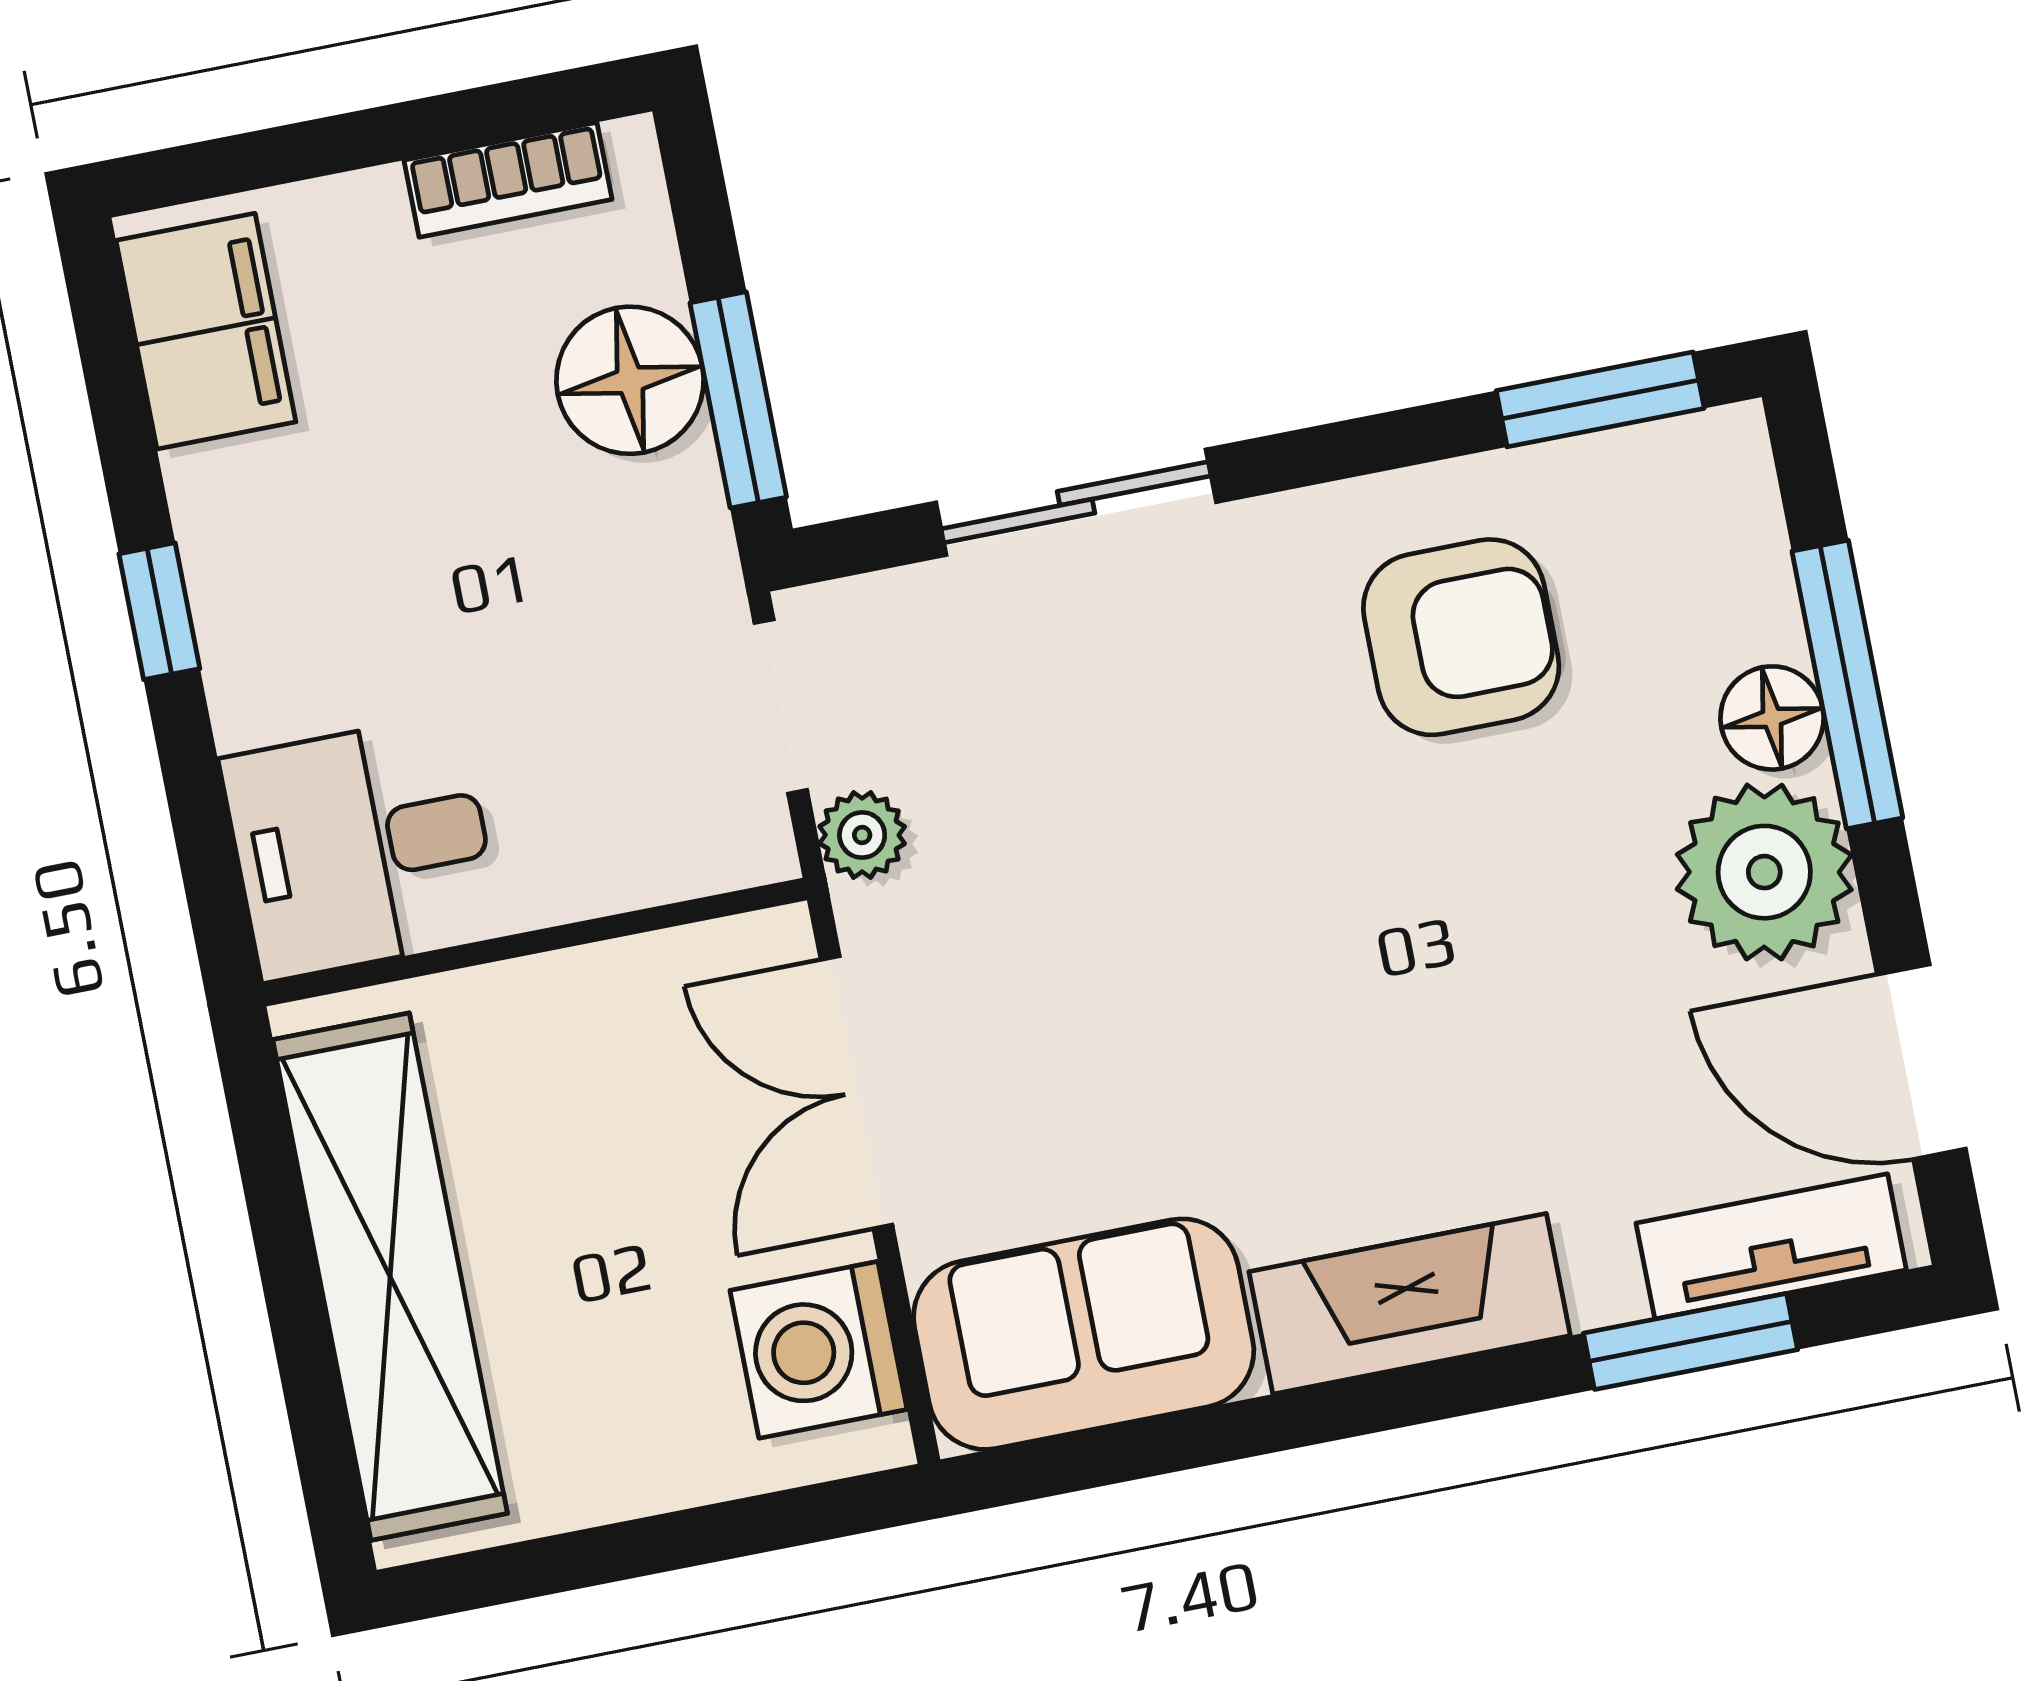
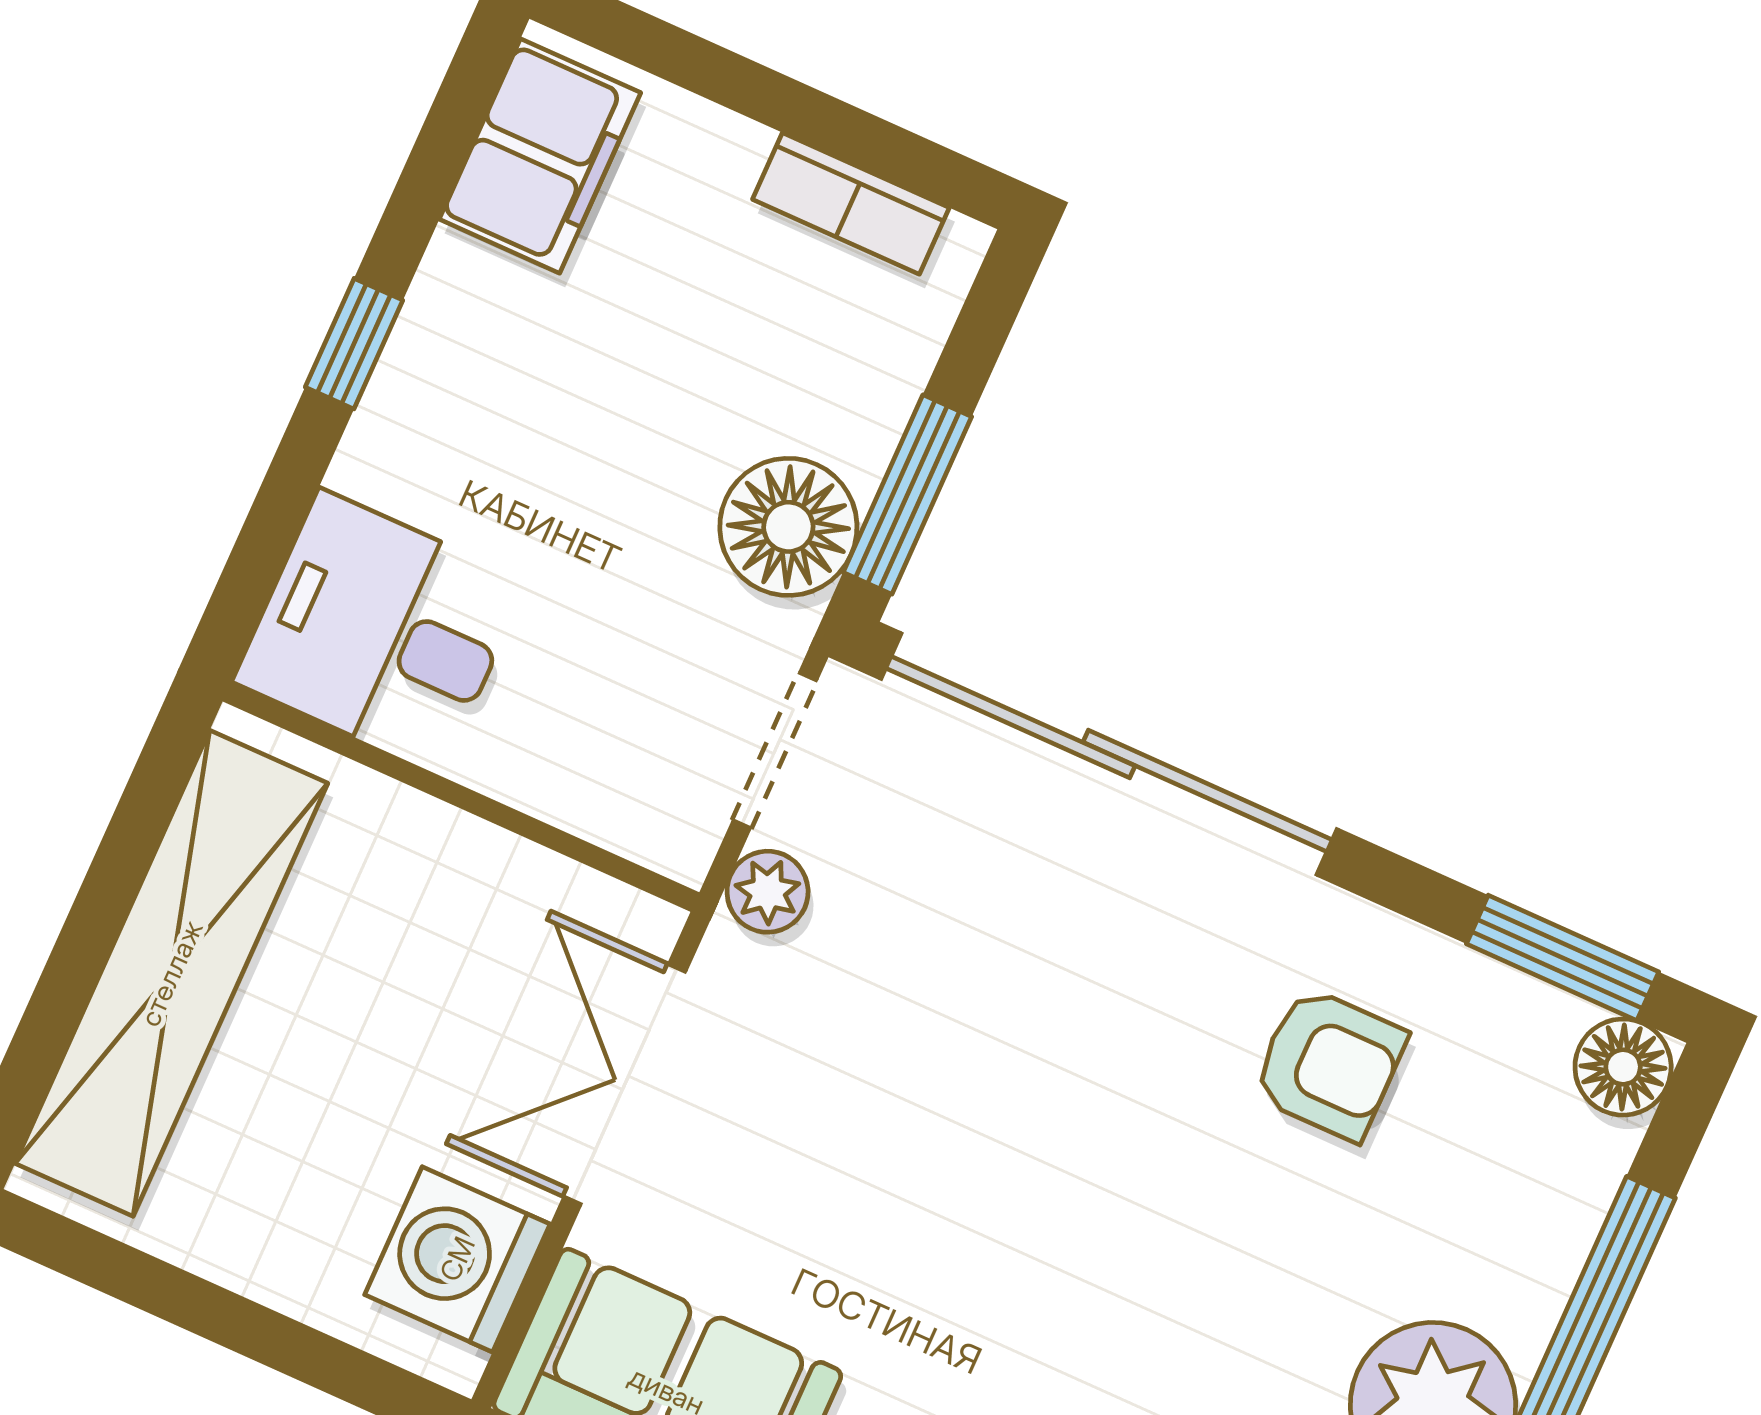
floor lamp: (630, 380) -> (788, 527), moved
sliding door: (1076, 502) -> (1109, 754), width x1.86
armchair: (1461, 637) -> (1329, 1064), width x0.72, depth x0.72
floor lamp: (1772, 718) -> (1623, 1067), moved

